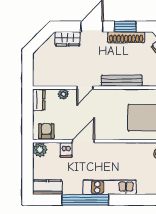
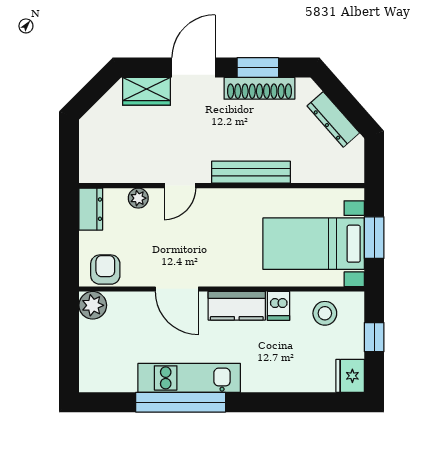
door: (83, 141) -> (177, 289), swing flipped
dishwasher: (66, 150) -> (279, 306), moved
kitchen counter: (47, 187) -> (237, 306), moved, turned 180
kitchen unit: (110, 187) -> (189, 378), moved

